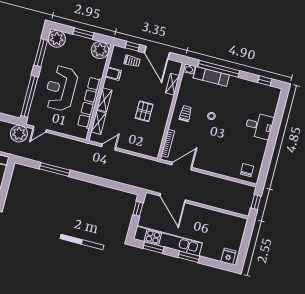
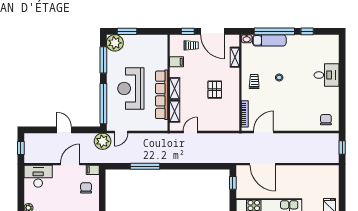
window: (83, 33) -> (127, 31), moved
plant: (100, 50) -> (158, 43), removed
window: (265, 81) -> (307, 31), moved

